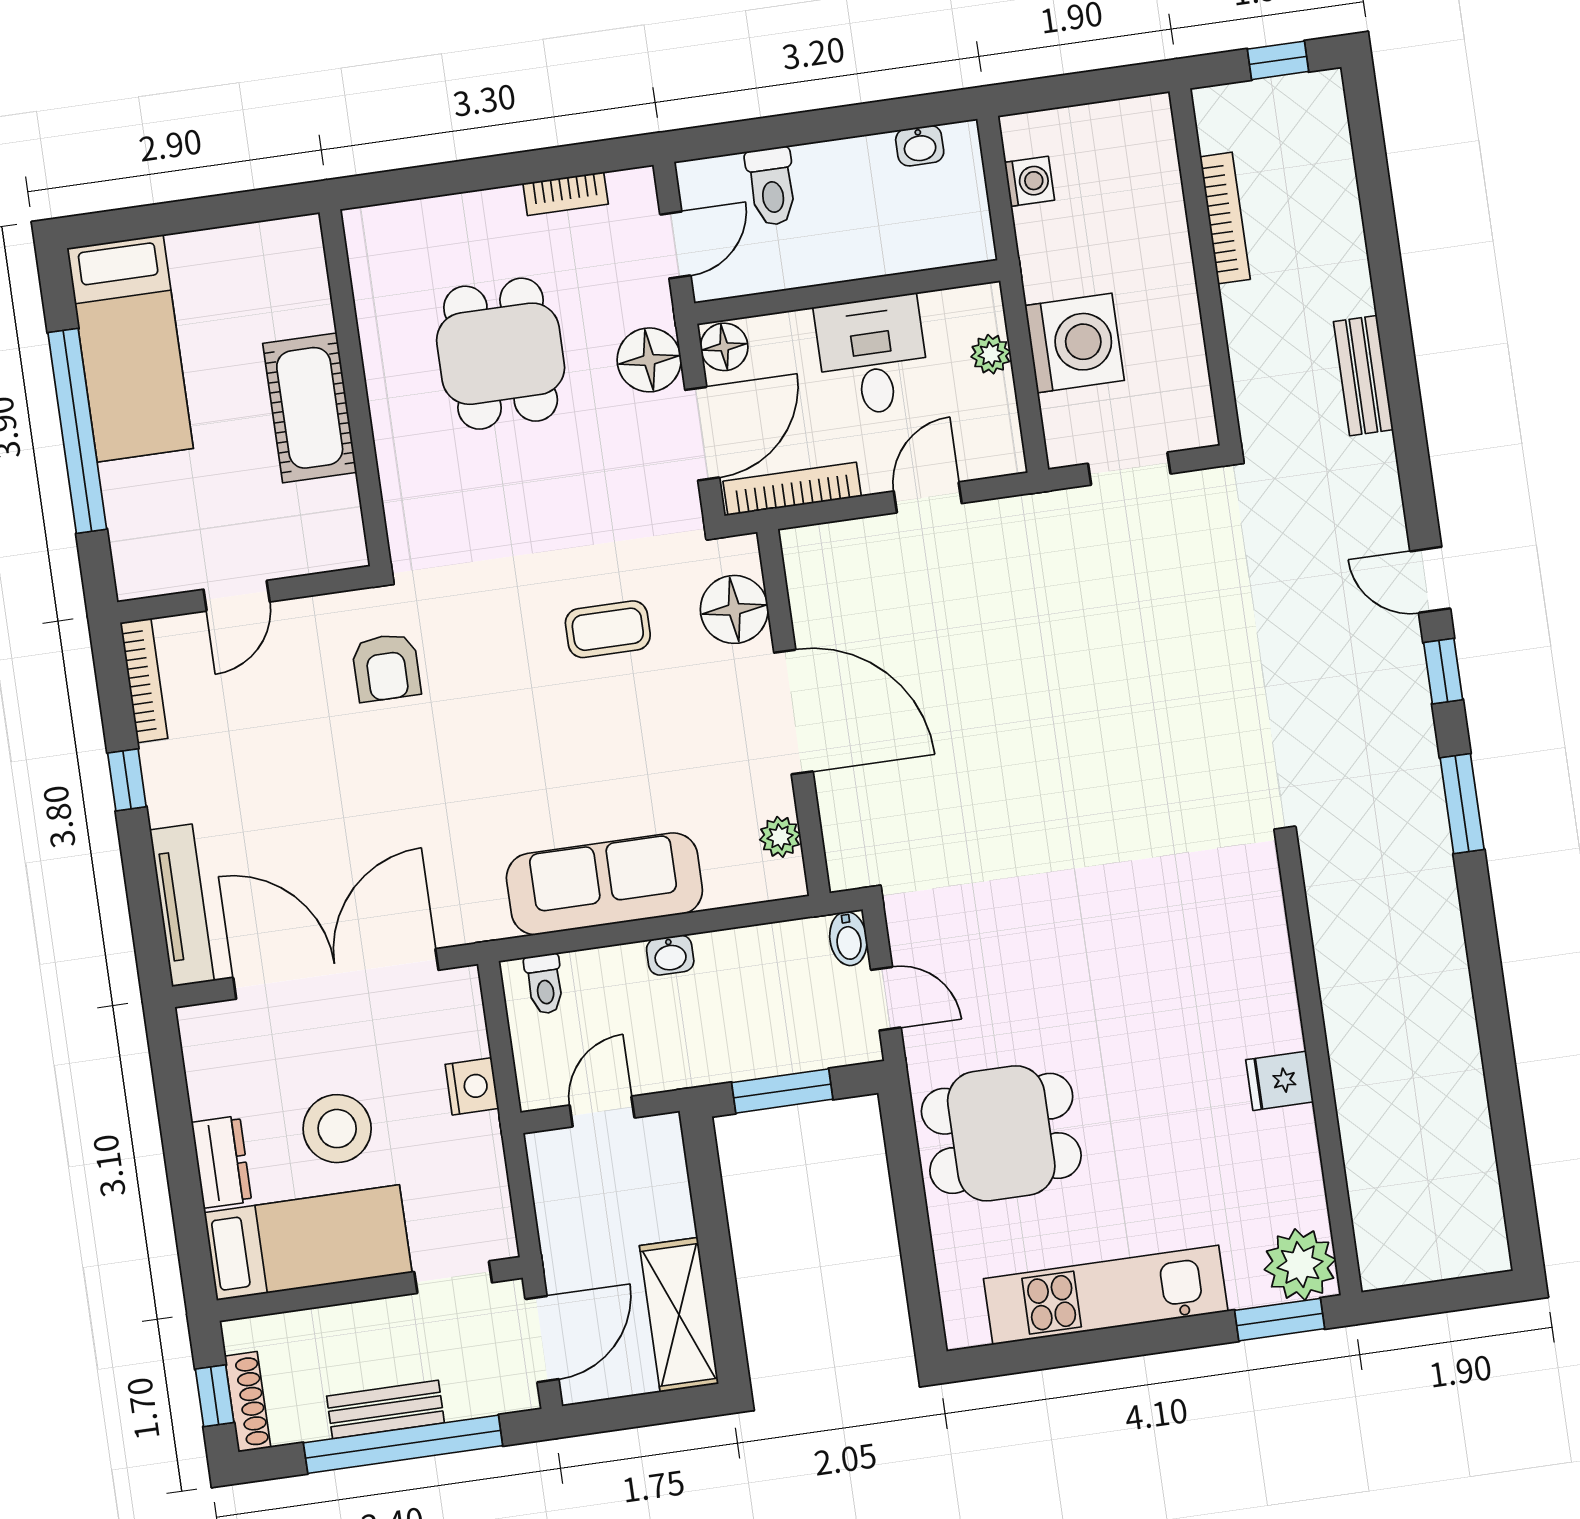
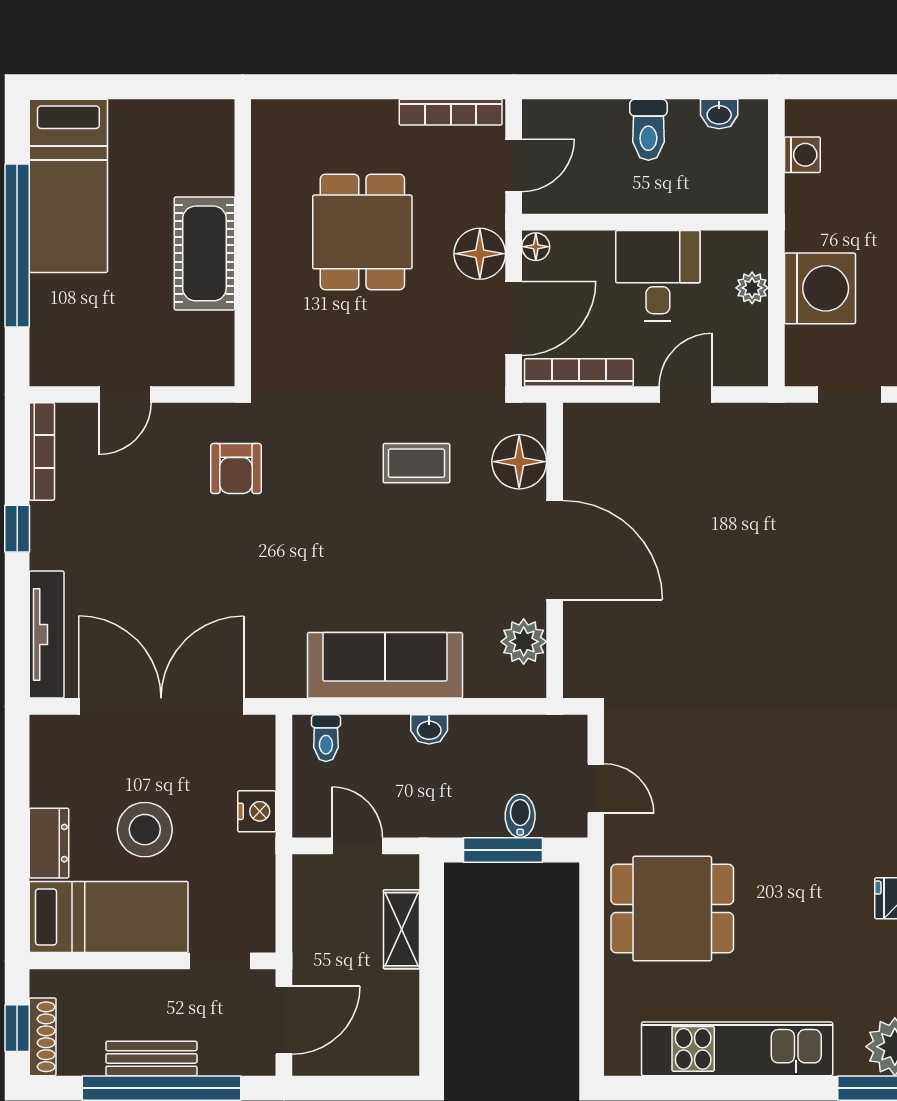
toilet: (772, 186) -> (648, 130), moved
bookcase: (566, 194) -> (451, 112), width x1.56
floor lamp: (724, 347) -> (536, 247), width x0.73, depth x0.73
plant: (780, 837) -> (524, 642), width x1.38, depth x1.38
bidet: (848, 939) -> (520, 816), moved, turned 180
door: (602, 1111) -> (357, 846), hinge flipped
shelving: (679, 1315) -> (401, 929), moved, width x0.67, depth x0.75

